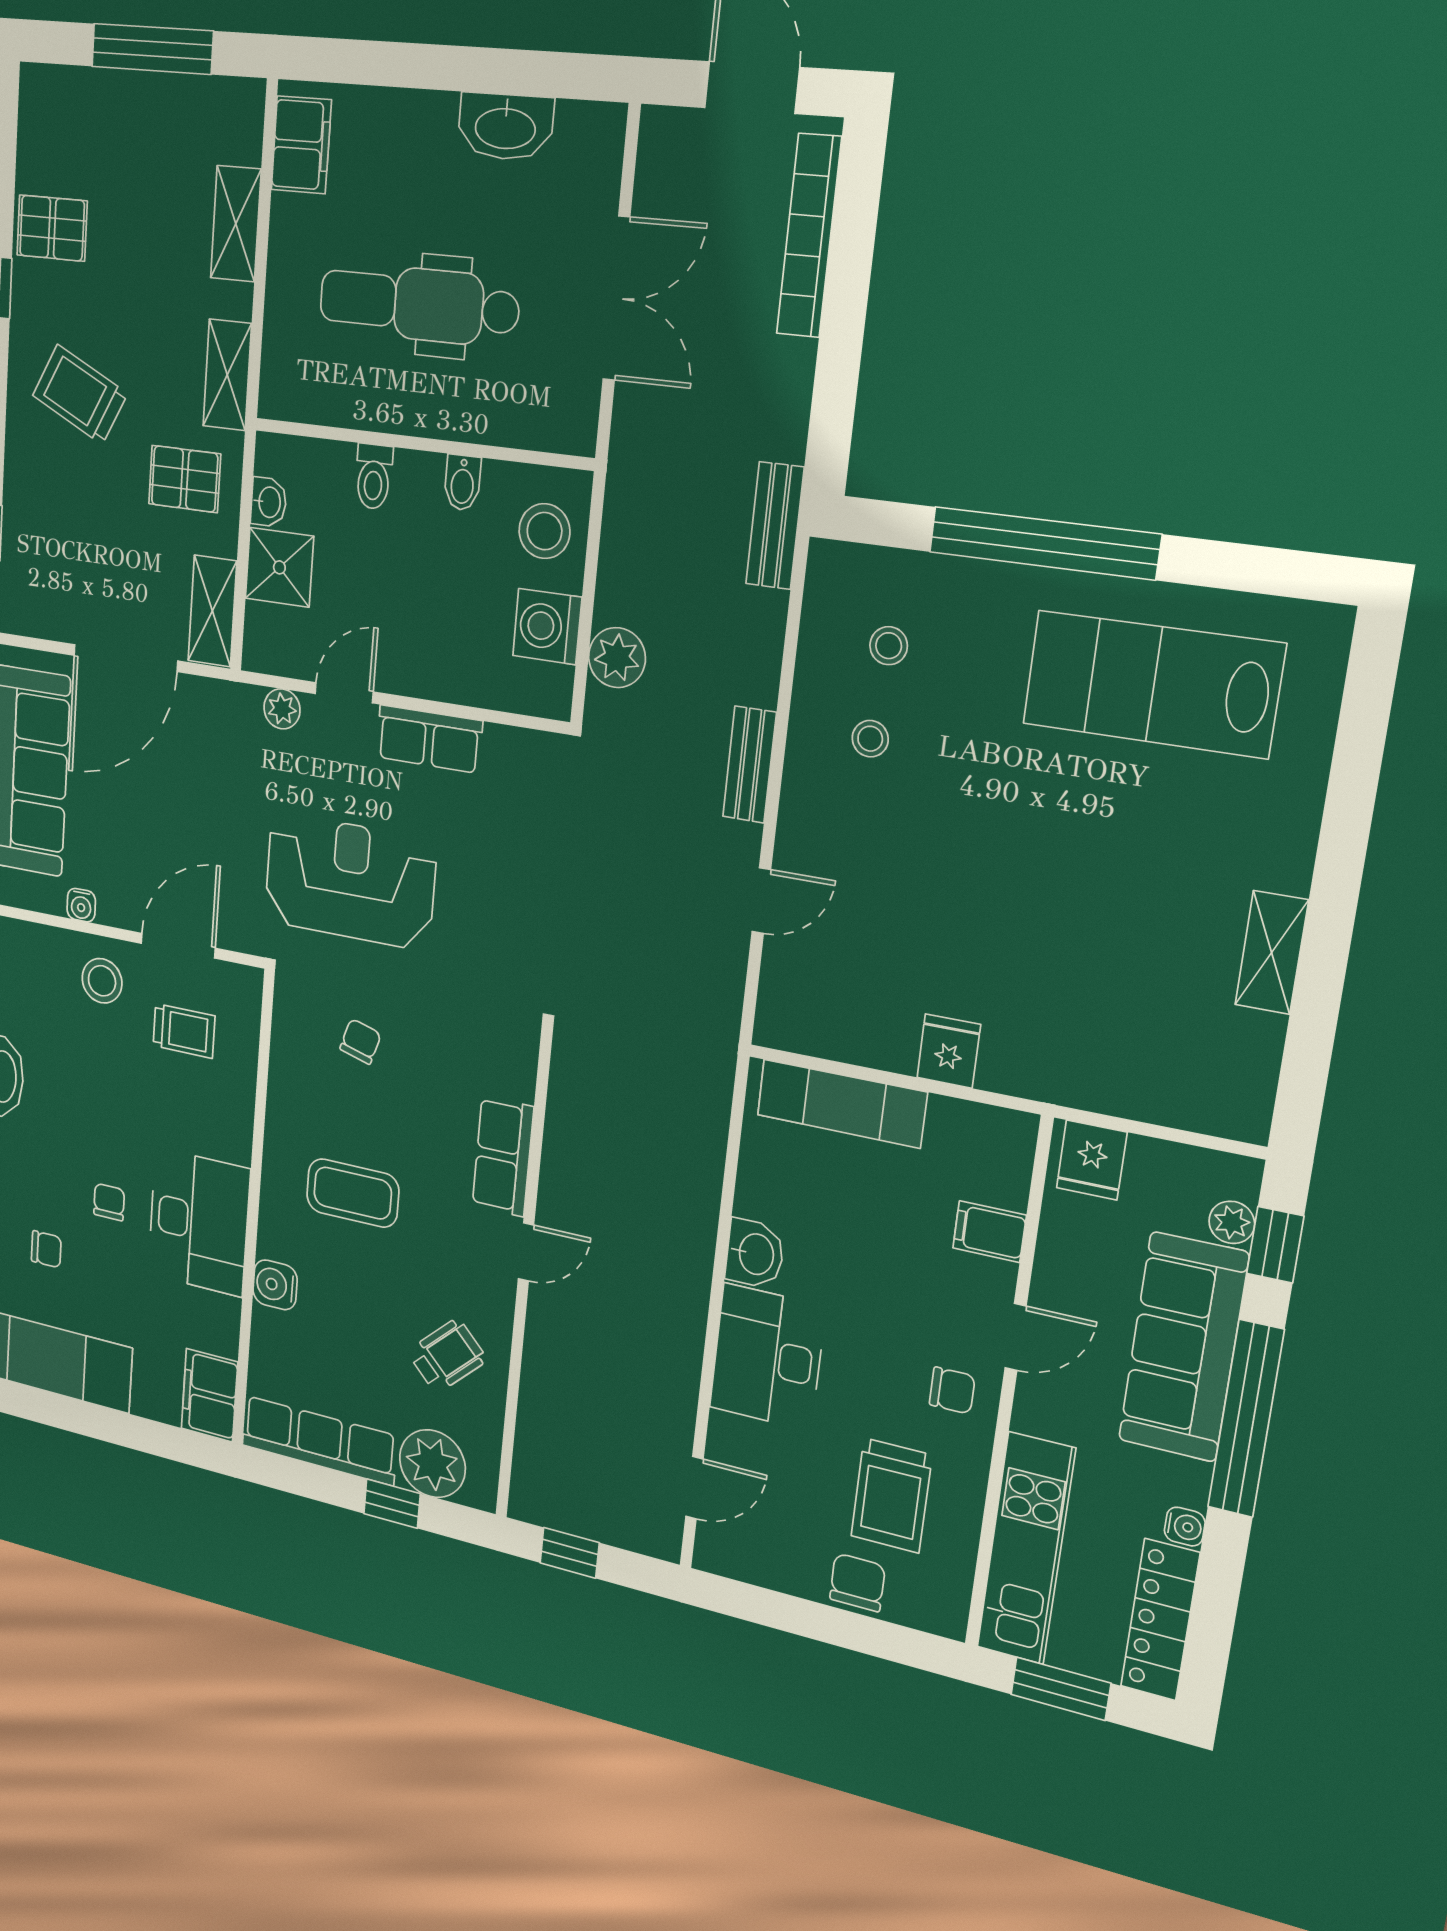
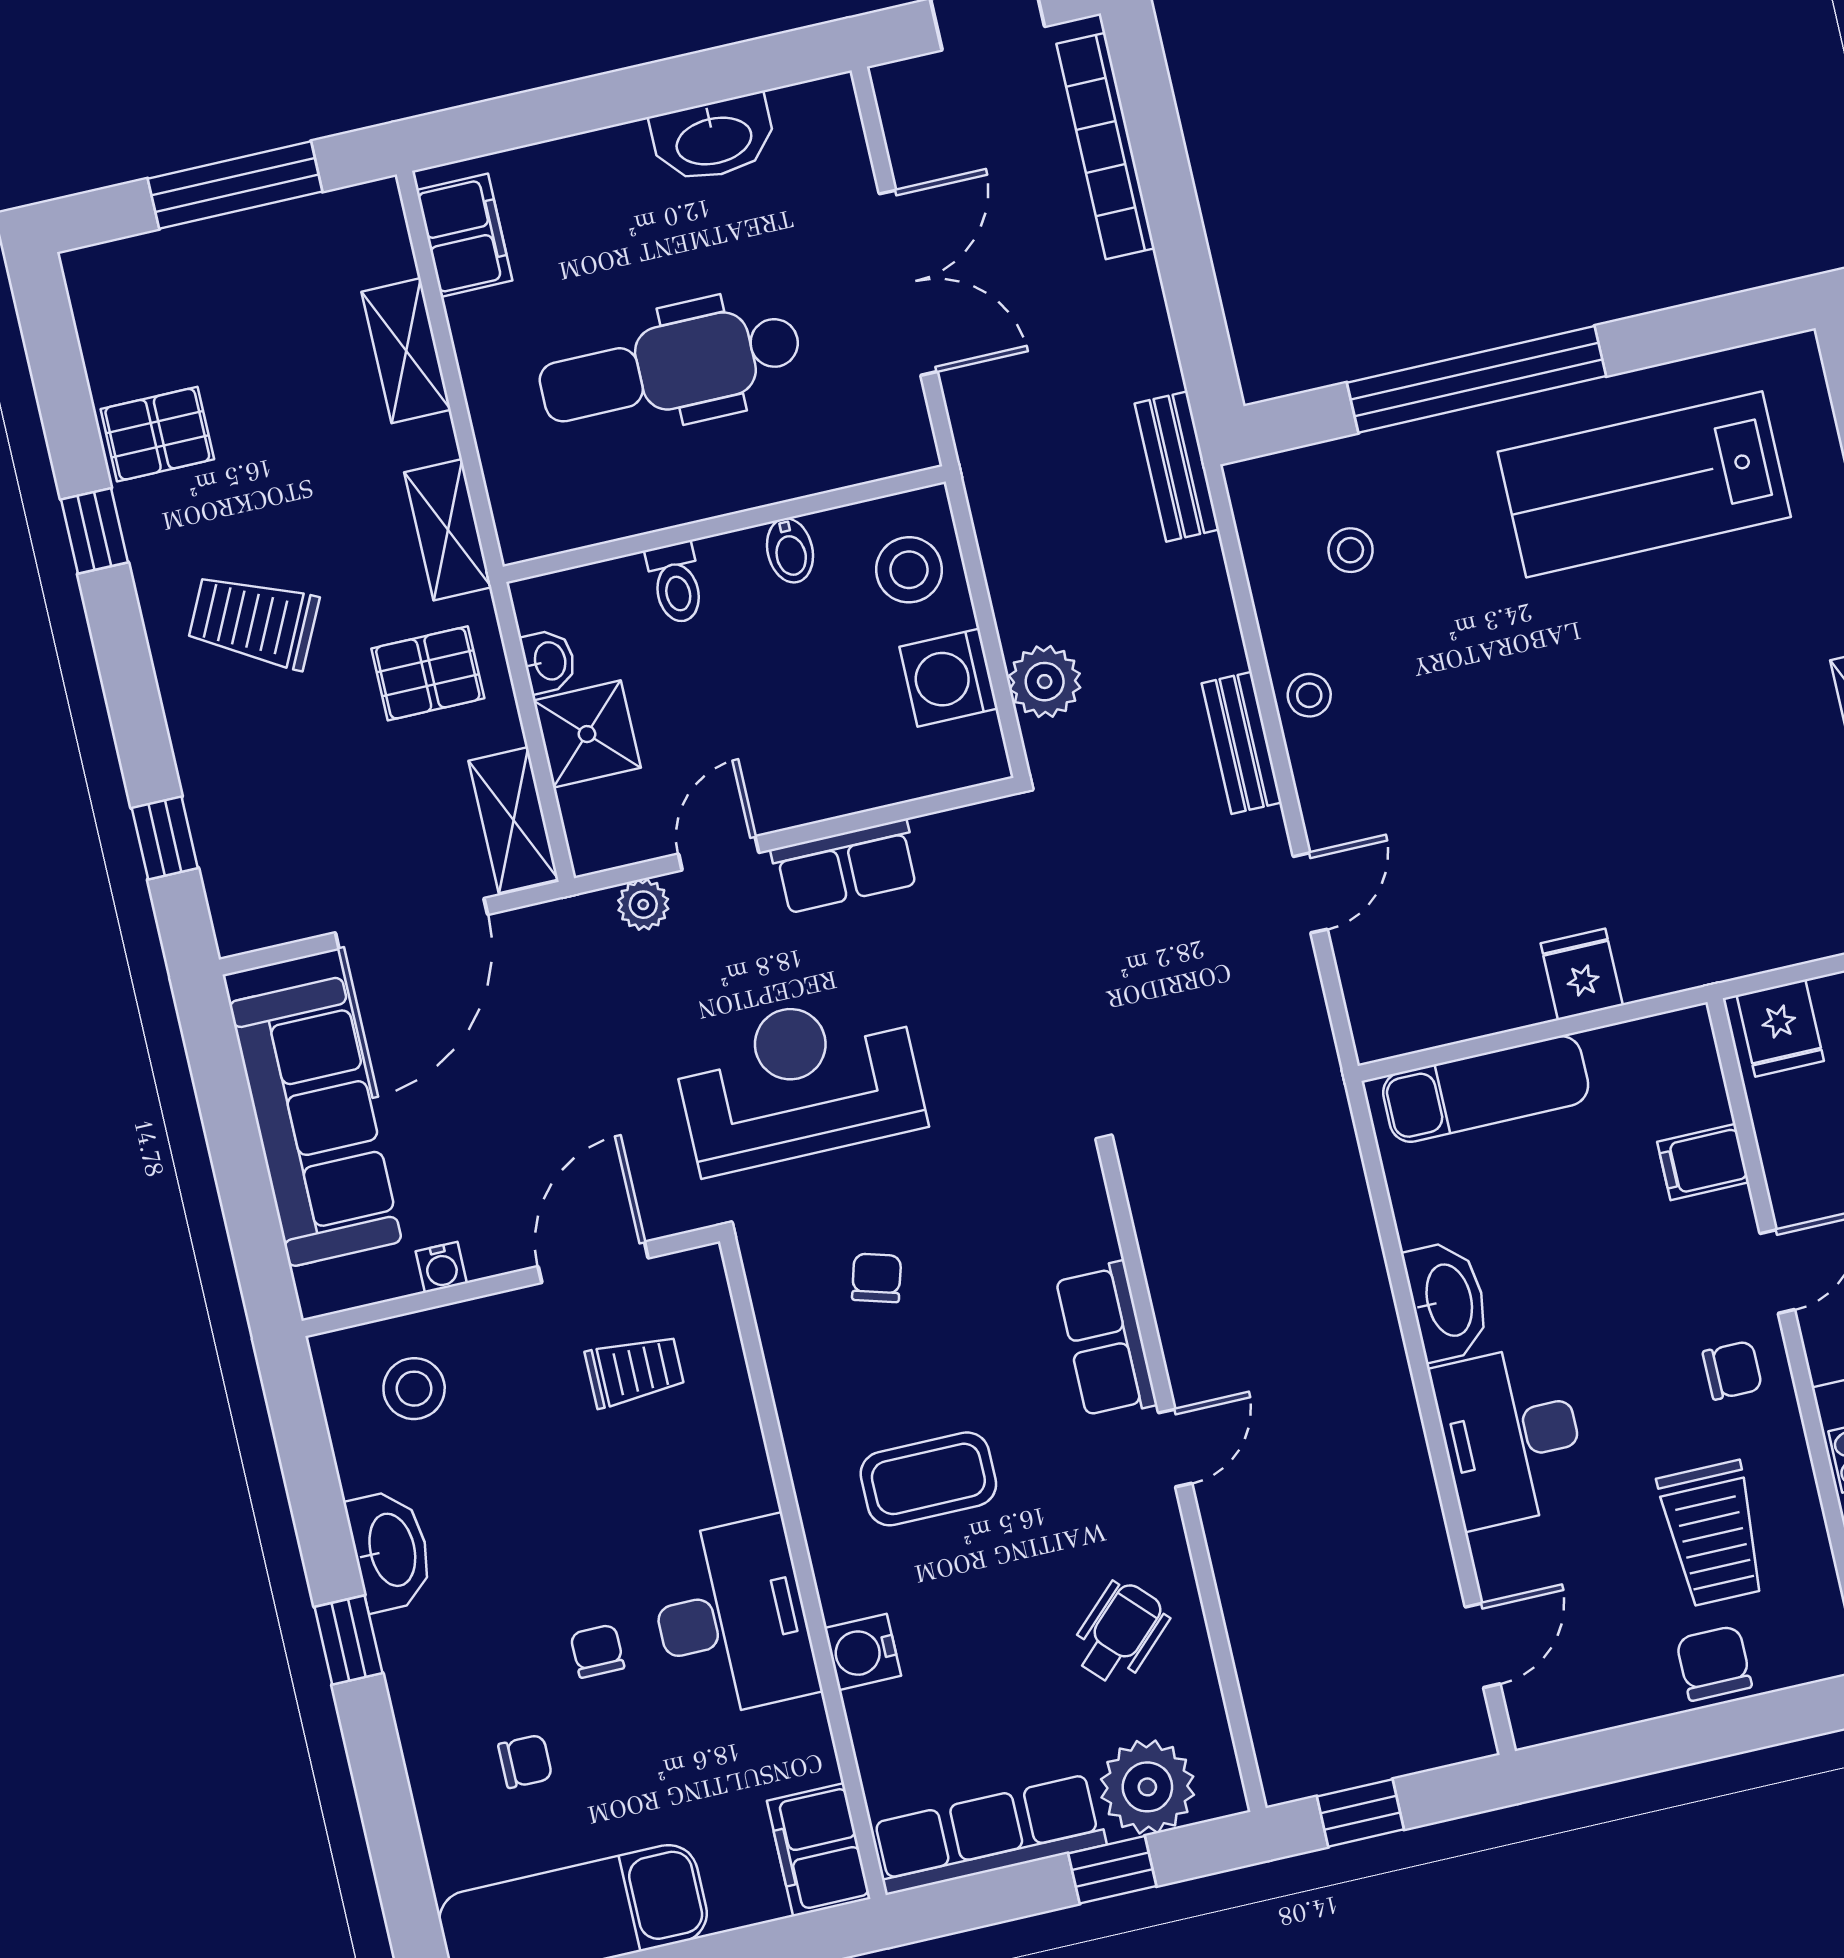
stool: (870, 739) -> (1309, 695), moved
stool: (102, 981) -> (414, 1389), moved
washbasin: (755, 1254) -> (1447, 1301), width x1.38

